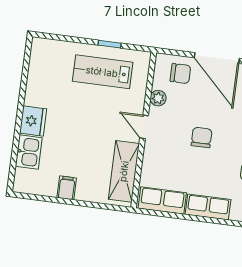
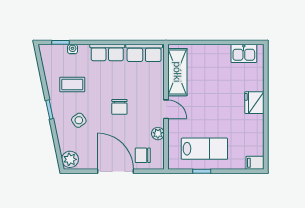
kitchen sink: (29, 152) -> (244, 53), moved, turned -90
filing cabinet: (67, 188) -> (255, 163), moved, turned 90

